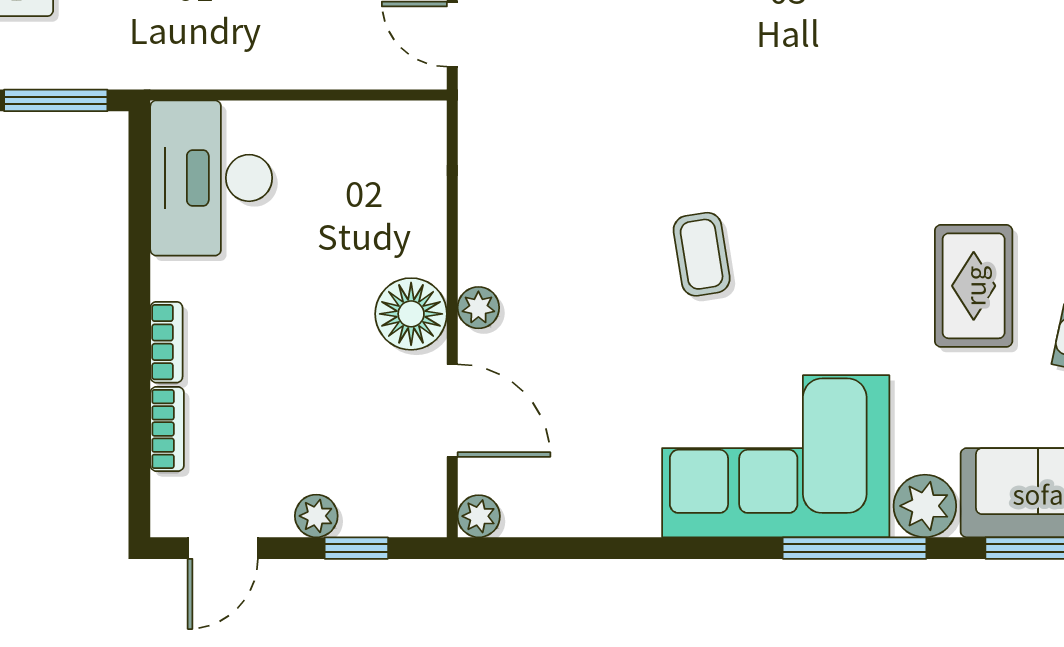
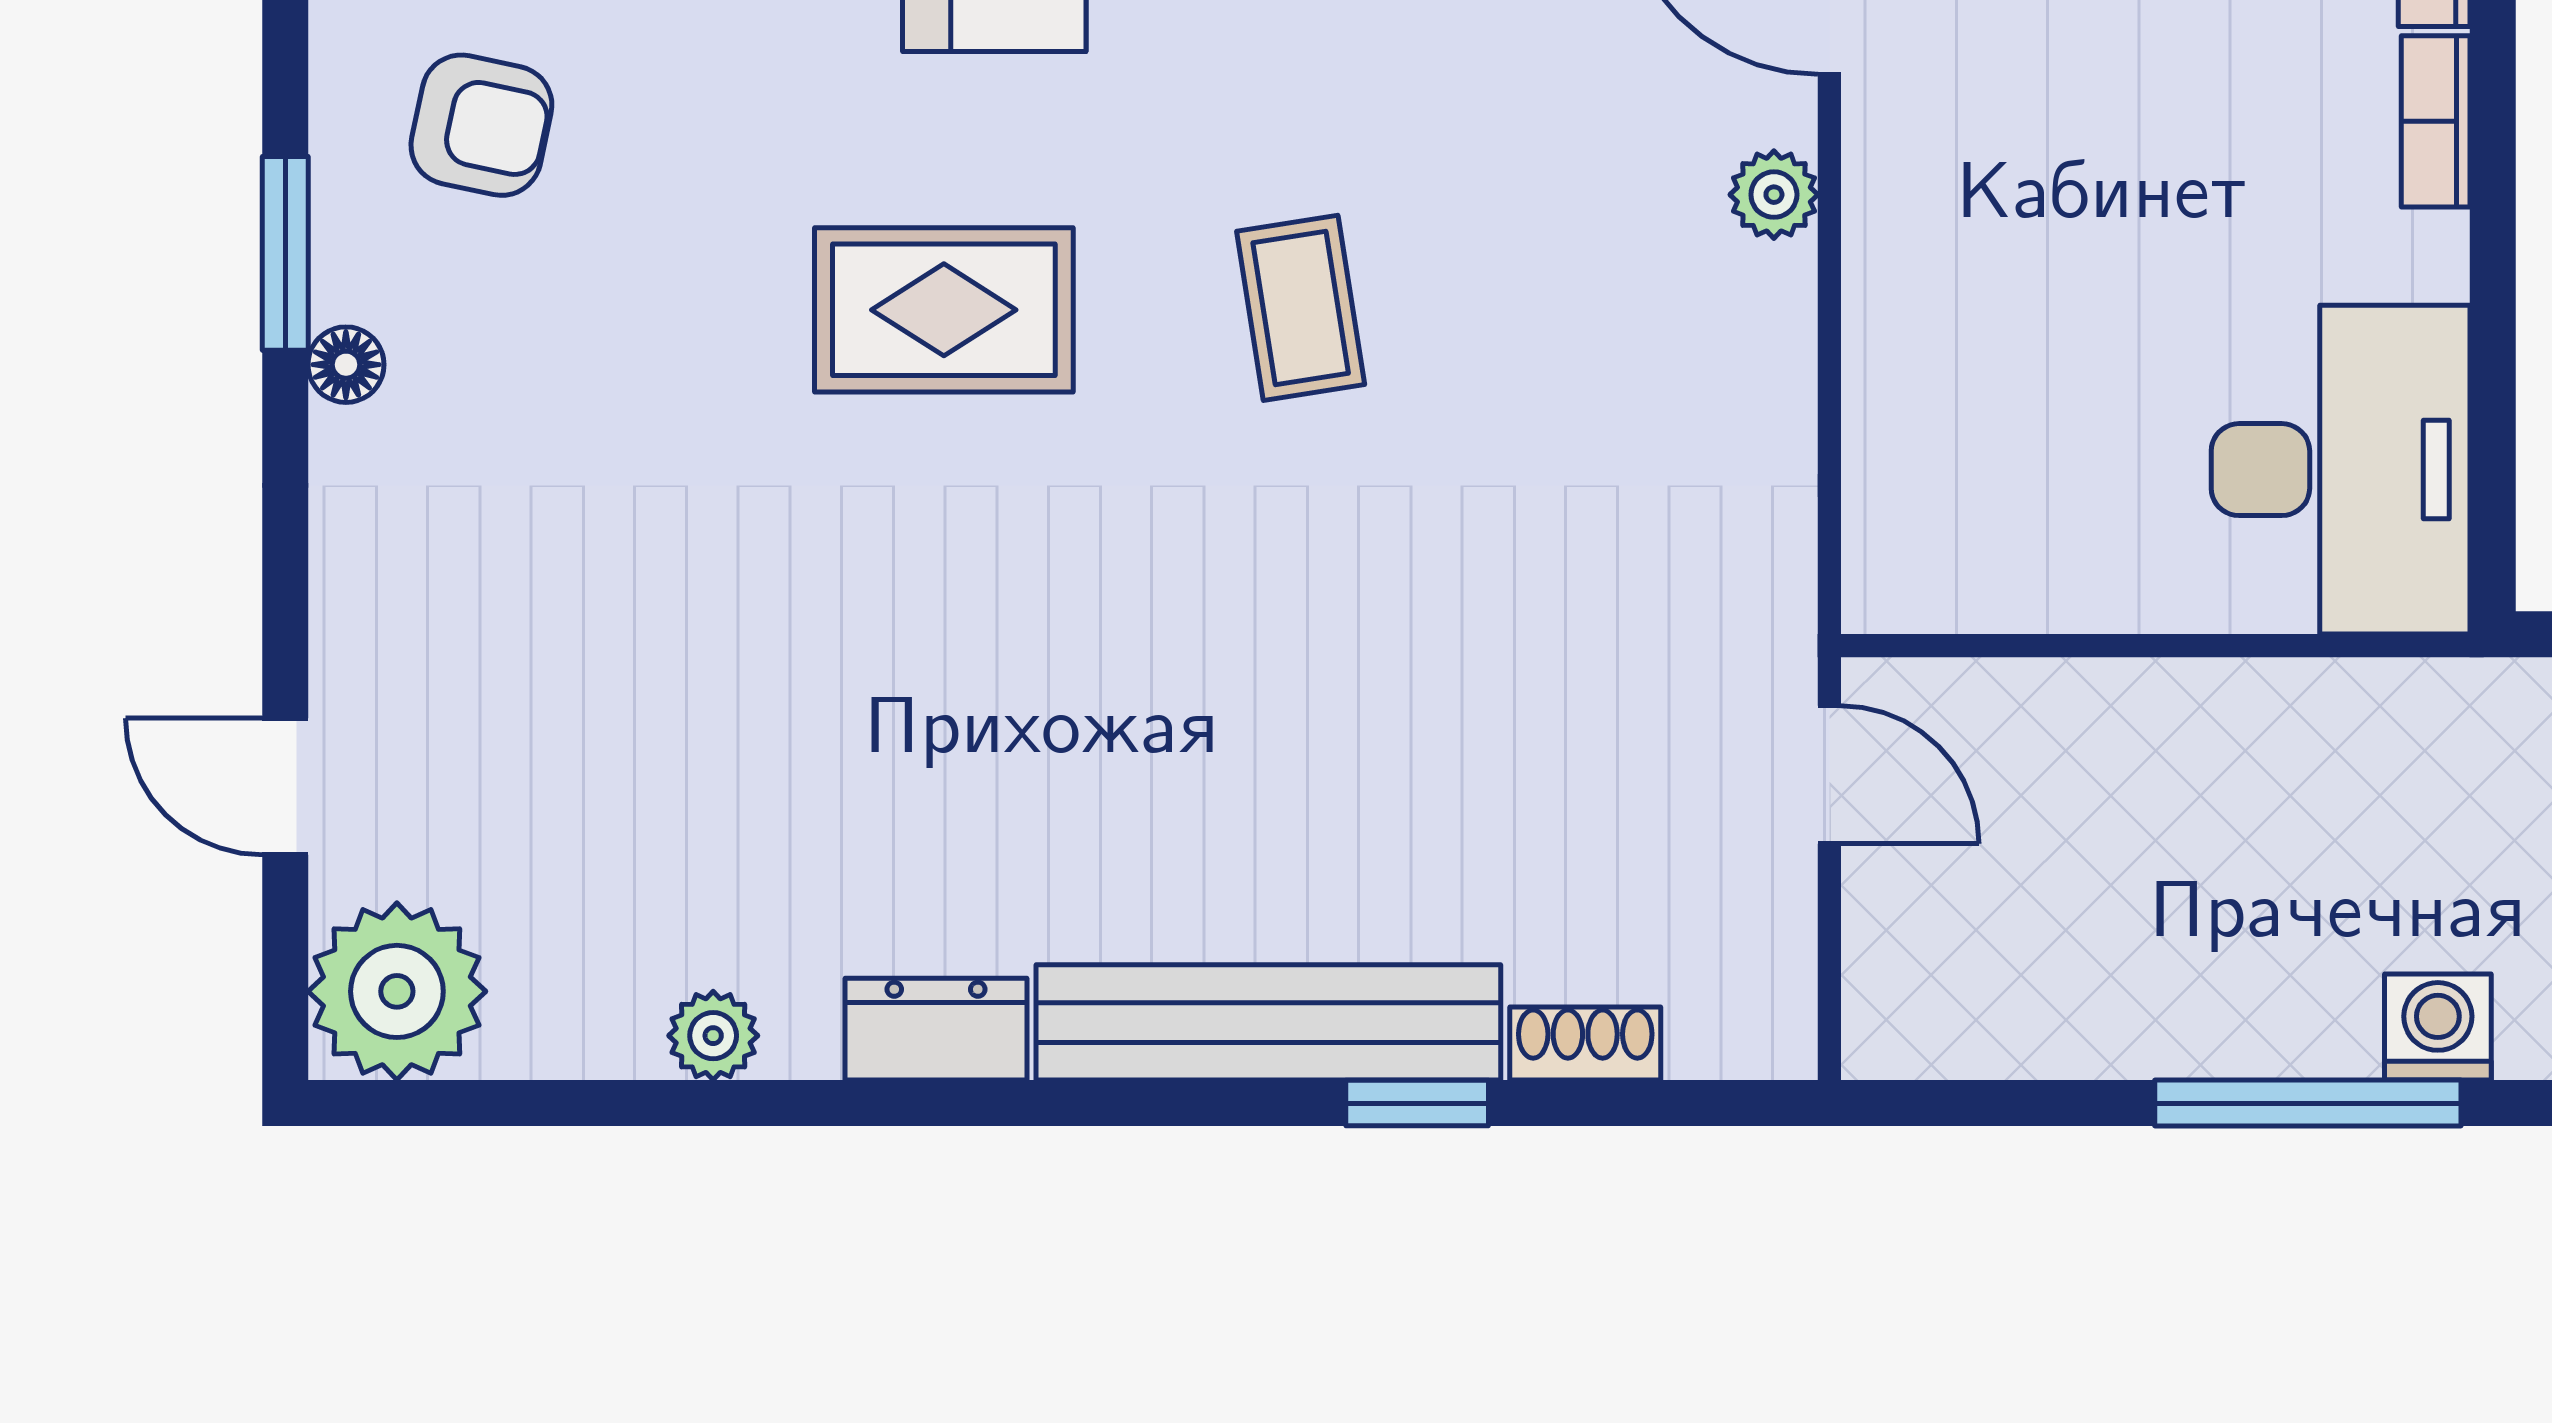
rug: (974, 286) -> (944, 310), moved, turned 90
floor lamp: (411, 314) -> (1917, 181), removed

